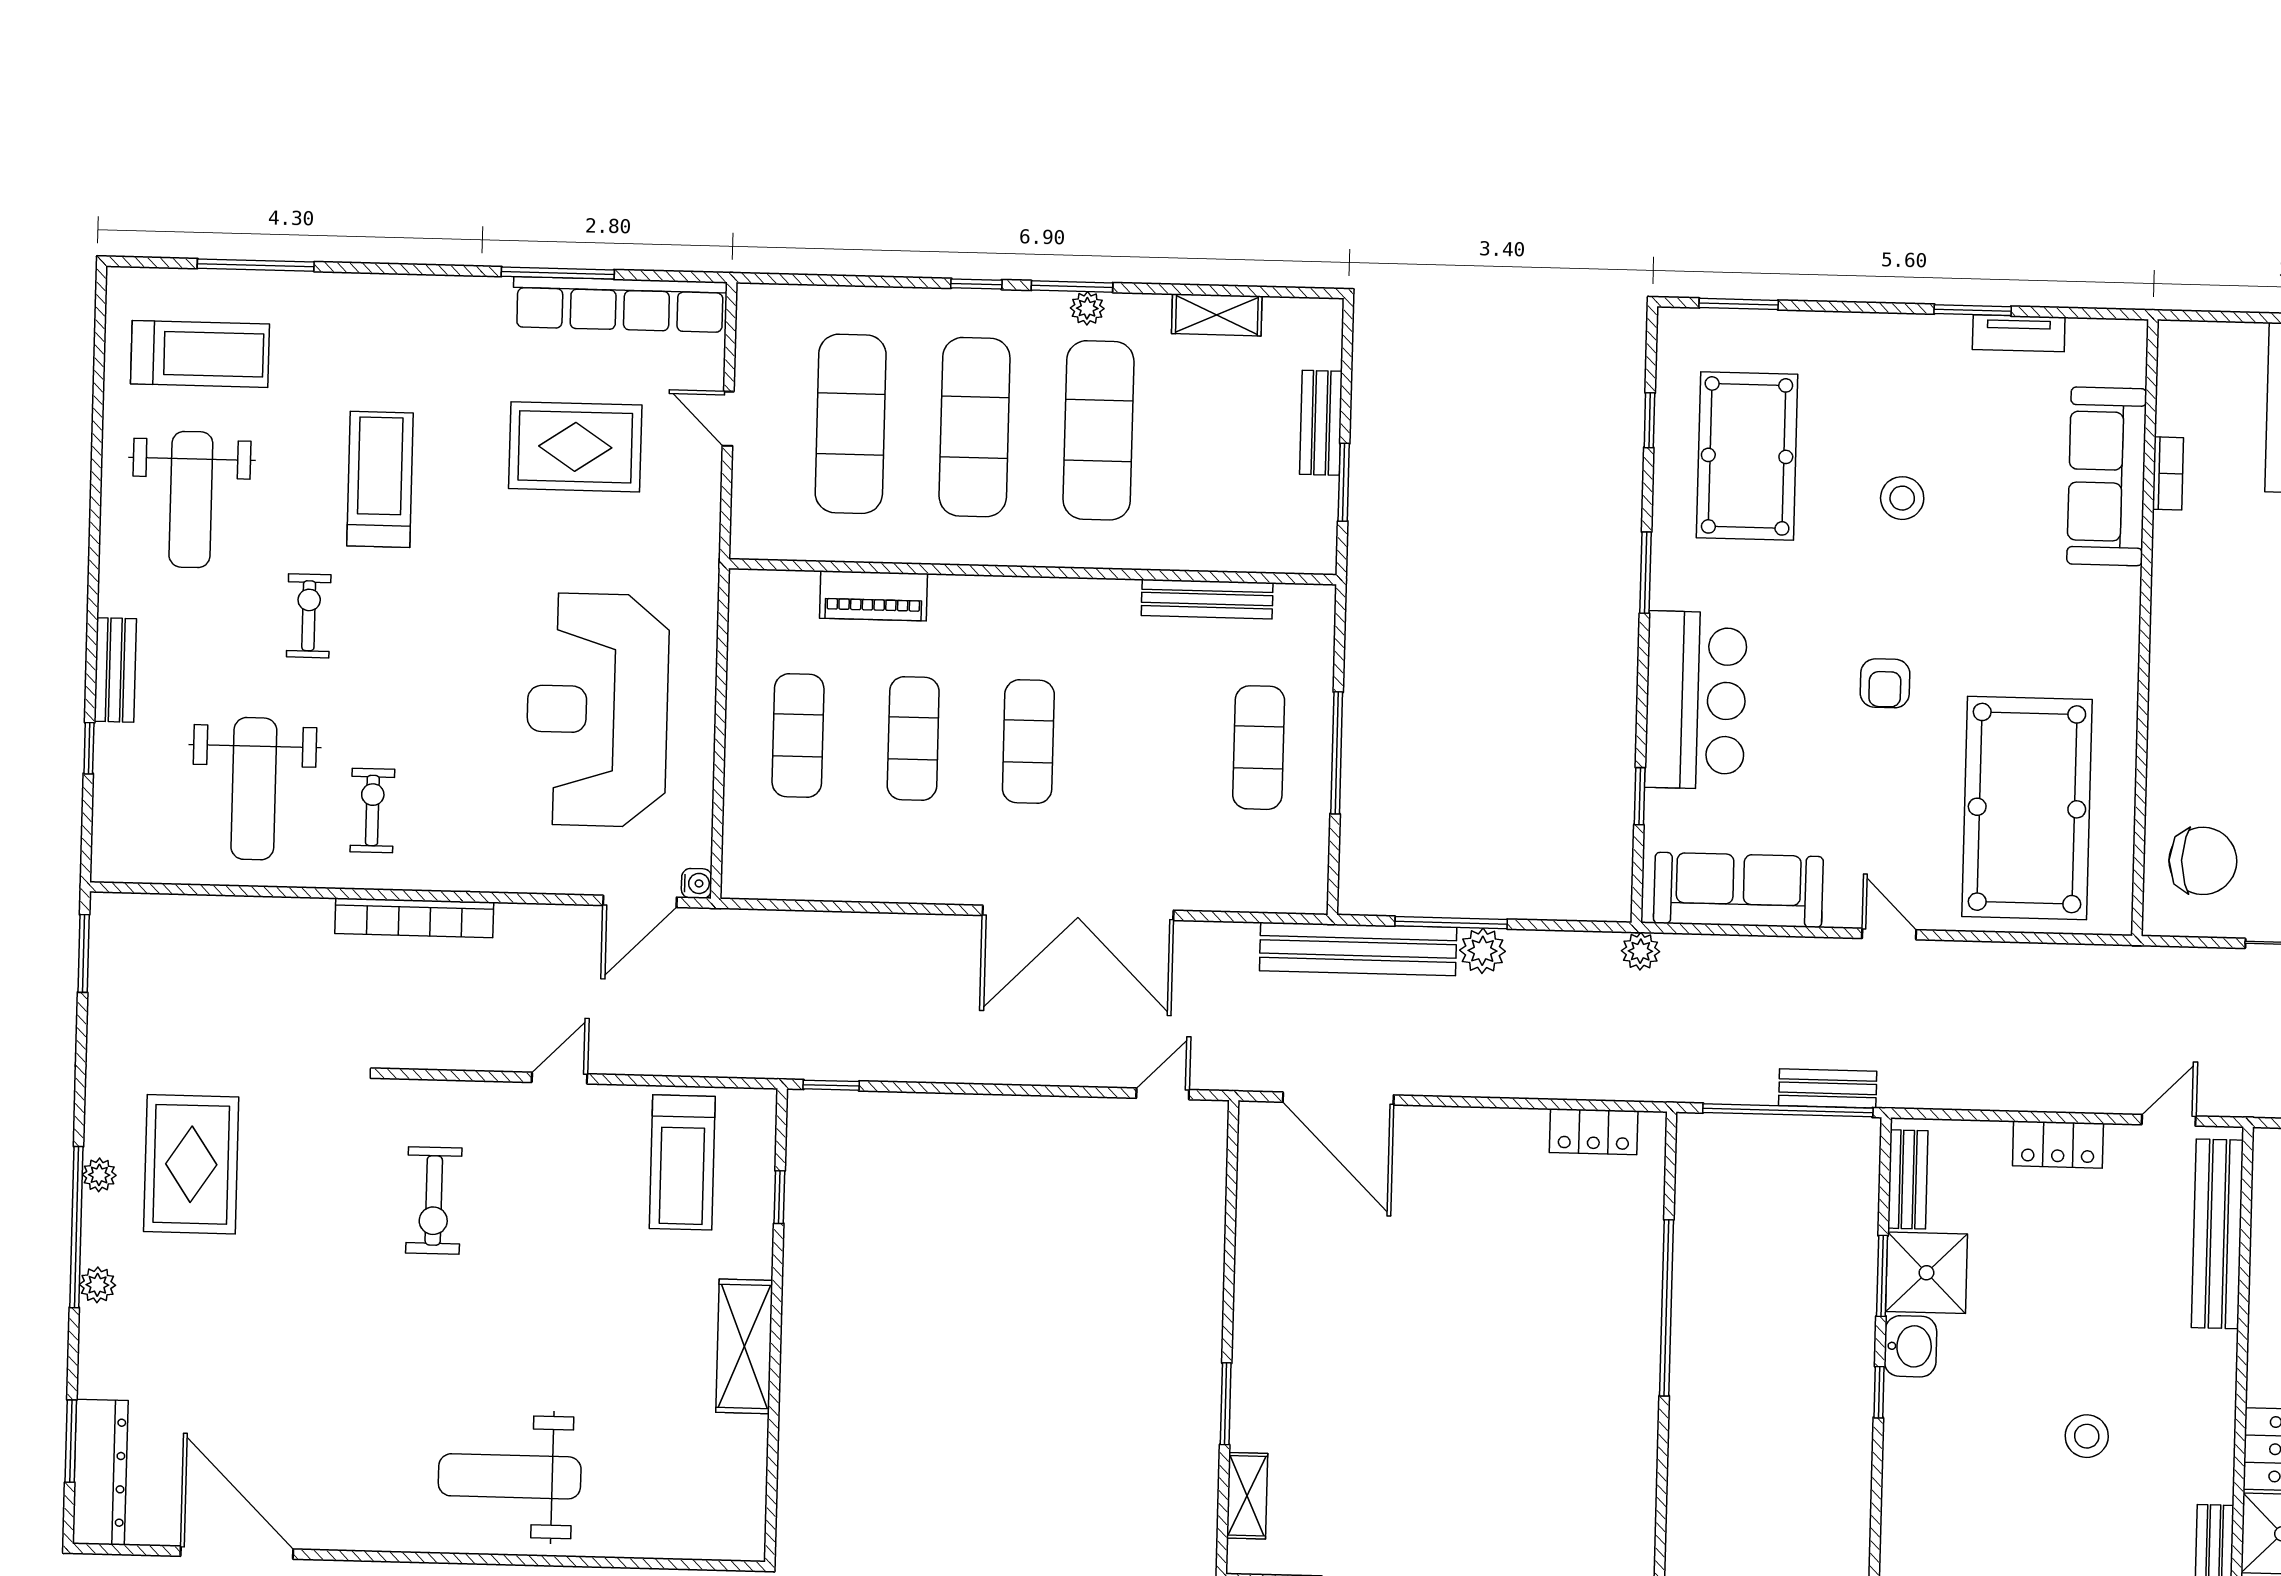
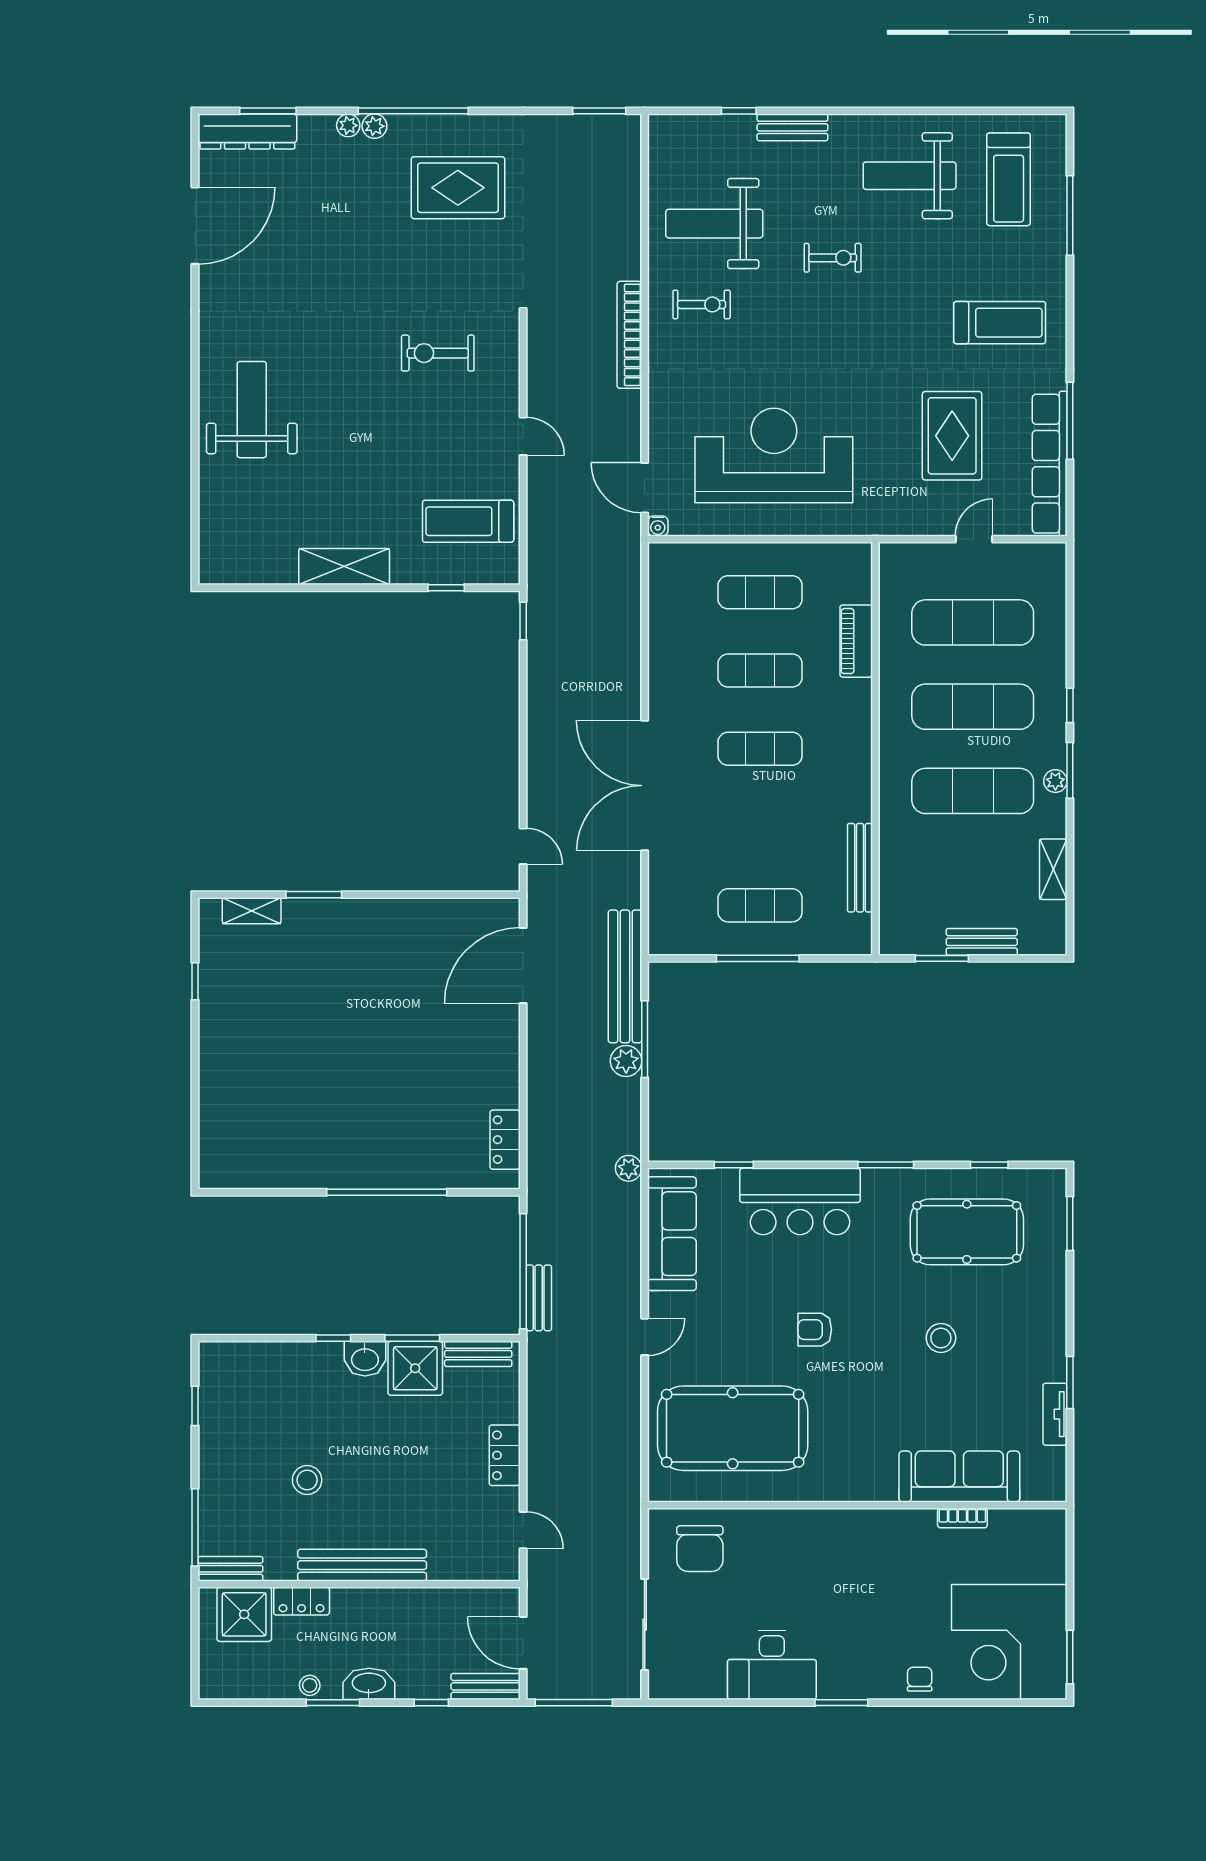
treadmill: (380, 479) -> (1000, 323), moved
plant: (99, 1175) -> (348, 125), moved
bench: (2217, 1234) -> (362, 1565), moved

